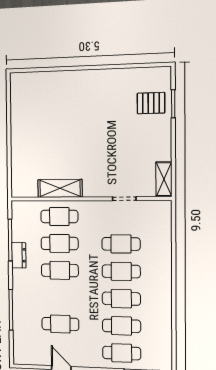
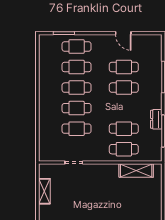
shelving: (164, 179) -> (44, 191), moved
shelving: (60, 188) -> (136, 171), moved
cafe table: (60, 270) -> (124, 88), moved

